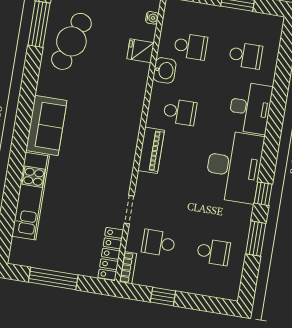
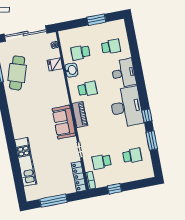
school desk: (191, 46) -> (80, 52), turned 180
sofa: (46, 125) -> (64, 122), moved, turned 180

